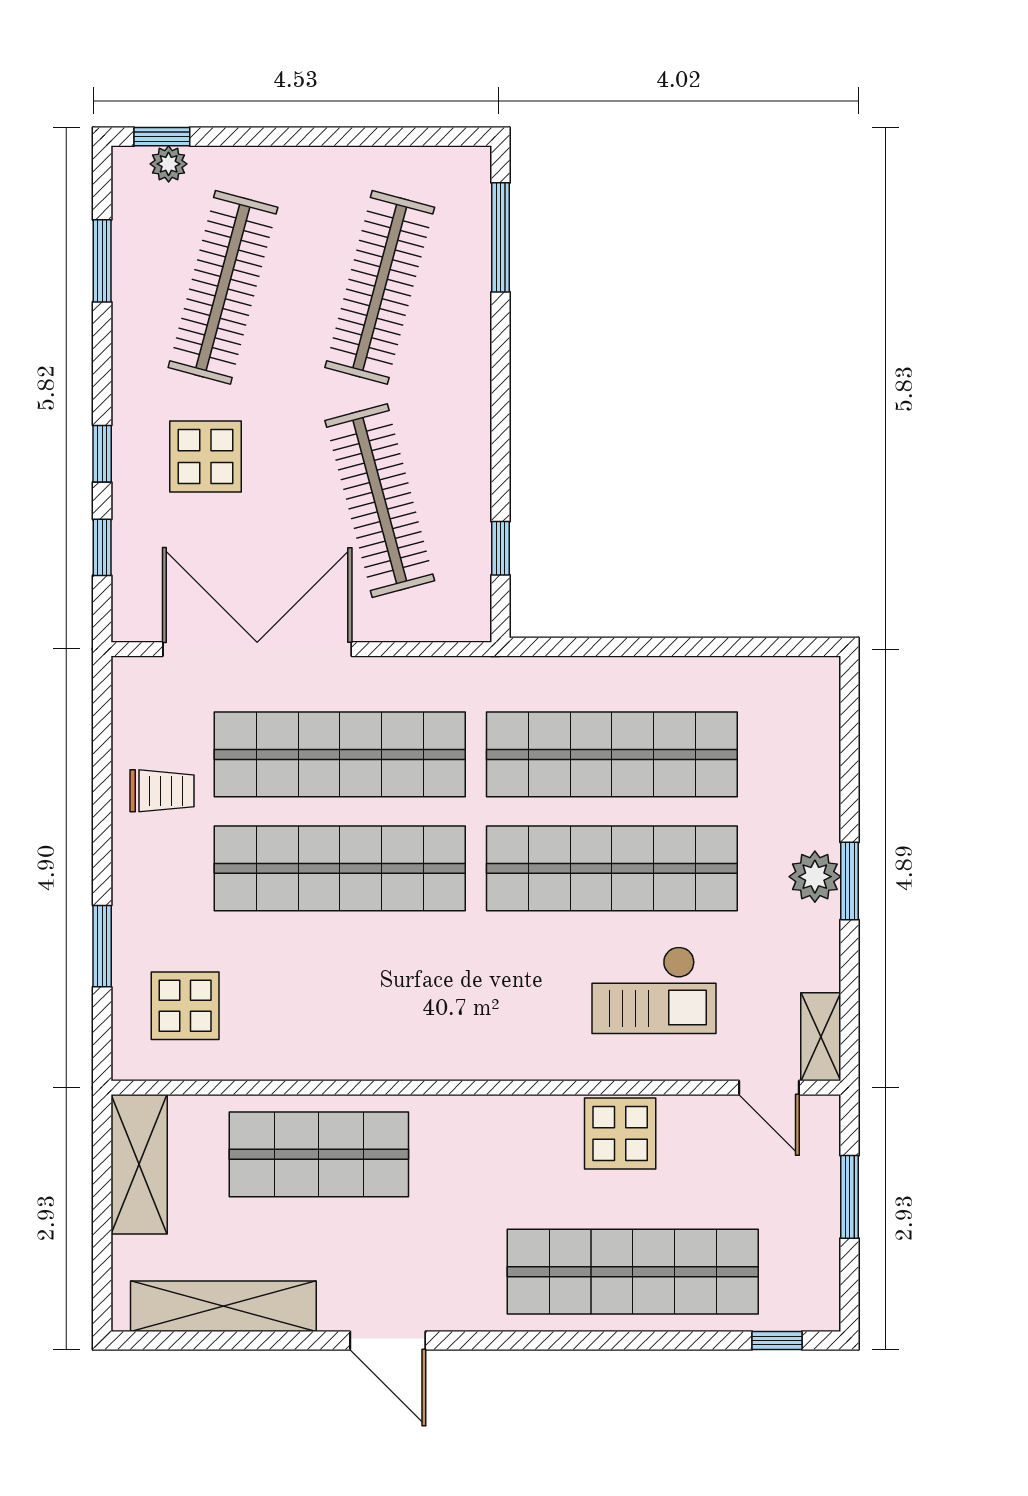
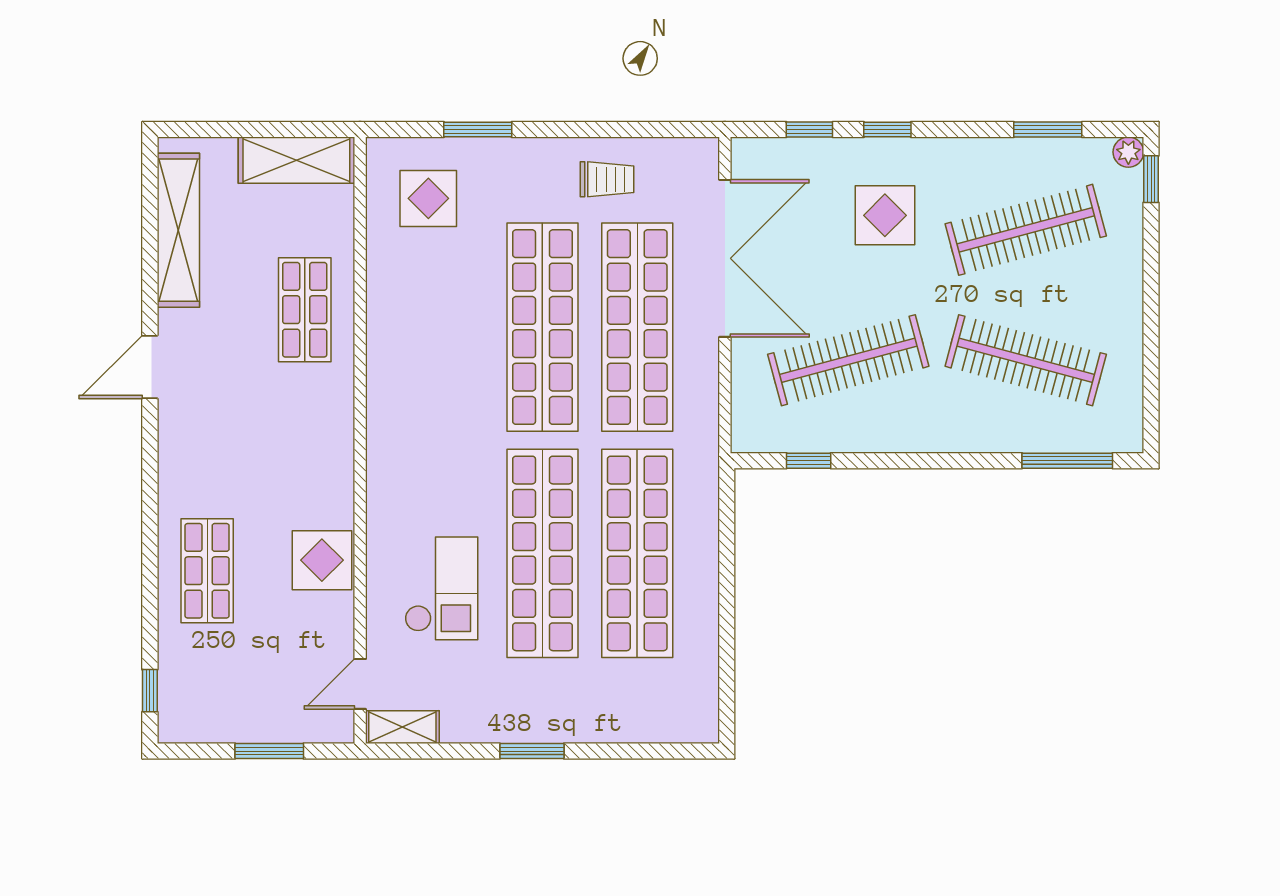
plant: (169, 164) -> (1128, 152), moved
clothes rail: (223, 287) -> (1026, 230), turned -30
trolley: (162, 791) -> (607, 179), turned -90
plant: (815, 877) -> (536, 722), removed
checkout: (654, 990) -> (441, 588), turned 180
shop shelf: (319, 1154) -> (305, 310), width x0.70, depth x0.74
shop shelf: (633, 1272) -> (207, 571), width x0.50, depth x0.74

